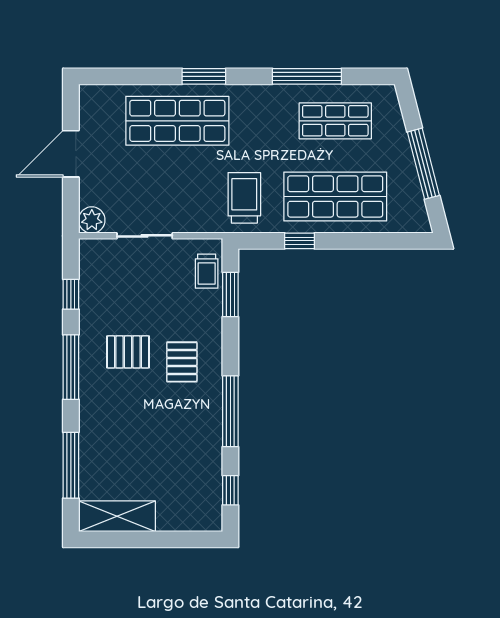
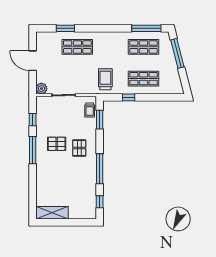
window: (204, 76) -> (65, 28), moved
window: (307, 76) -> (146, 28), moved
shop shelf: (177, 121) -> (77, 47), width x0.70, depth x0.74
door: (71, 154) -> (33, 61), hinge flipped
window: (423, 164) -> (177, 53), moved
shop shelf: (335, 196) -> (144, 79), width x0.70, depth x0.74
window: (71, 465) -> (33, 191), removed

